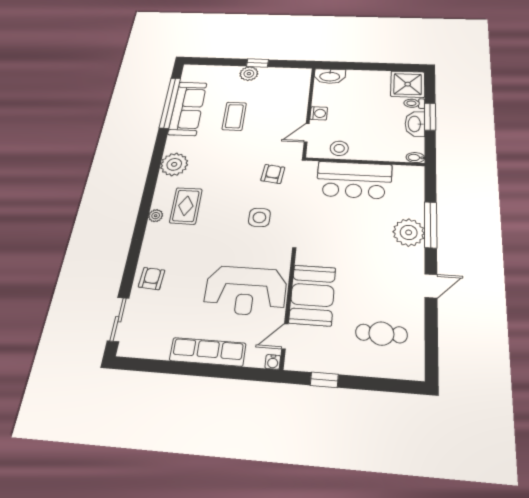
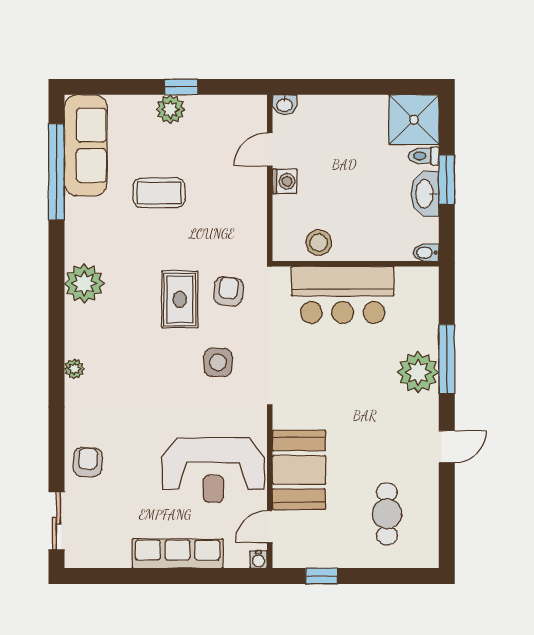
washbasin: (330, 76) -> (285, 105), width x0.52, depth x0.69
sofa: (188, 108) -> (86, 145), moved
coffee table: (234, 116) -> (159, 193), turned 90
door: (307, 133) -> (270, 149), moved
rug: (186, 206) -> (180, 299), moved
cafe table: (381, 334) -> (387, 514), turned 90

